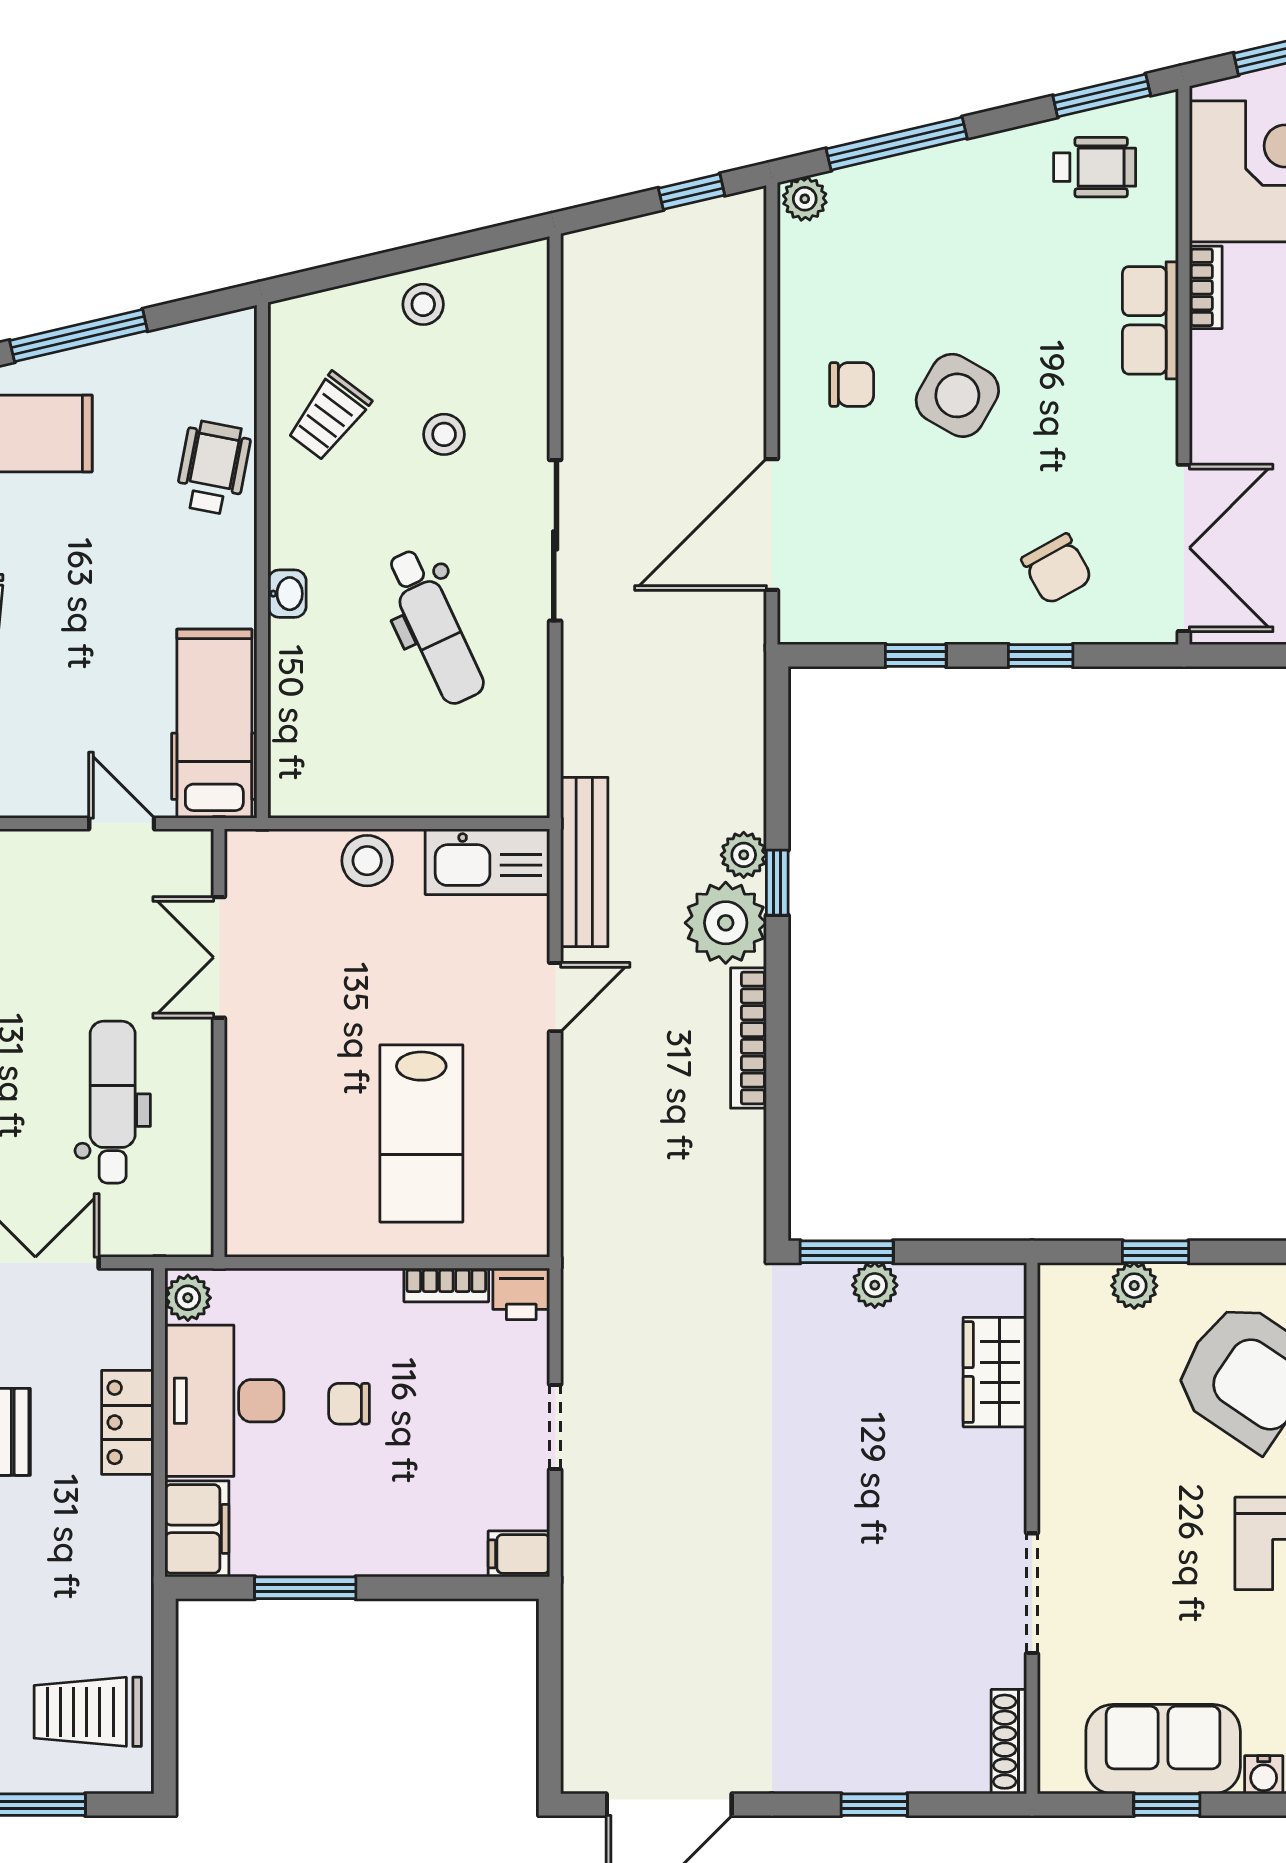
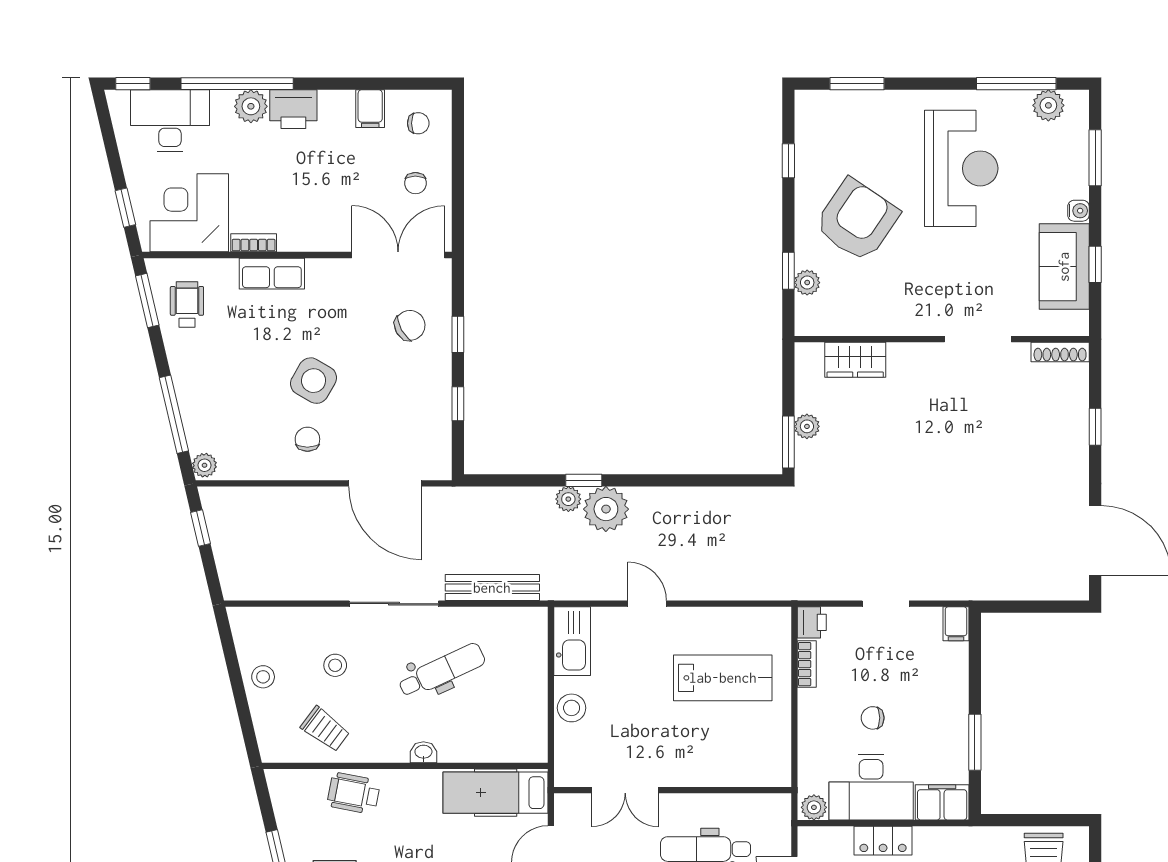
bench: (584, 862) -> (492, 588), moved
bookcase: (749, 1038) -> (670, 496), removed
chair: (349, 1404) -> (873, 718), turned 90

